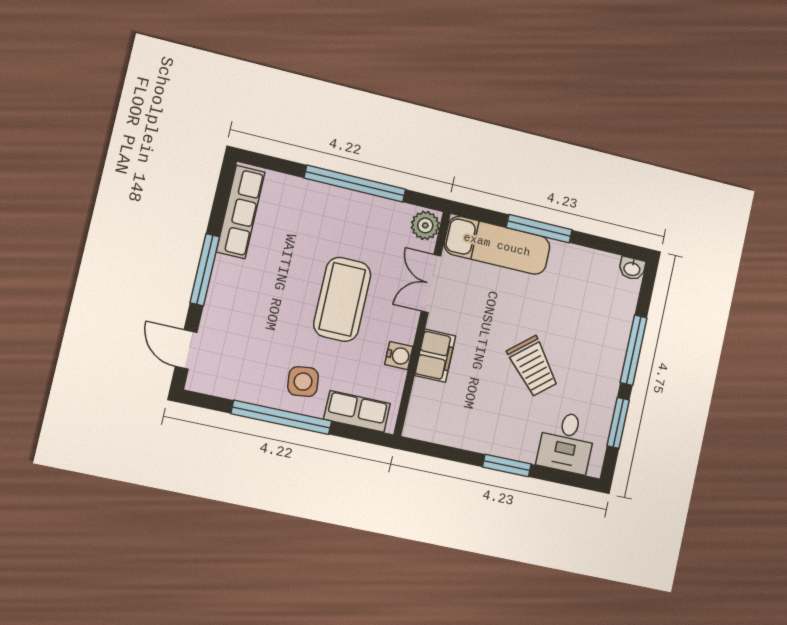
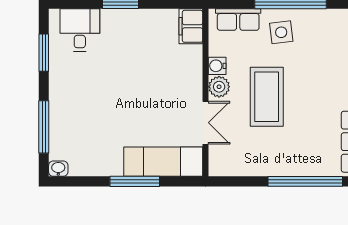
window: (355, 184) -> (305, 181), moved
plant: (425, 225) -> (219, 87), moved
window: (634, 350) -> (44, 127), moved
filing cabinet: (435, 356) -> (191, 26), moved
trolley: (533, 366) -> (117, 80), removed

